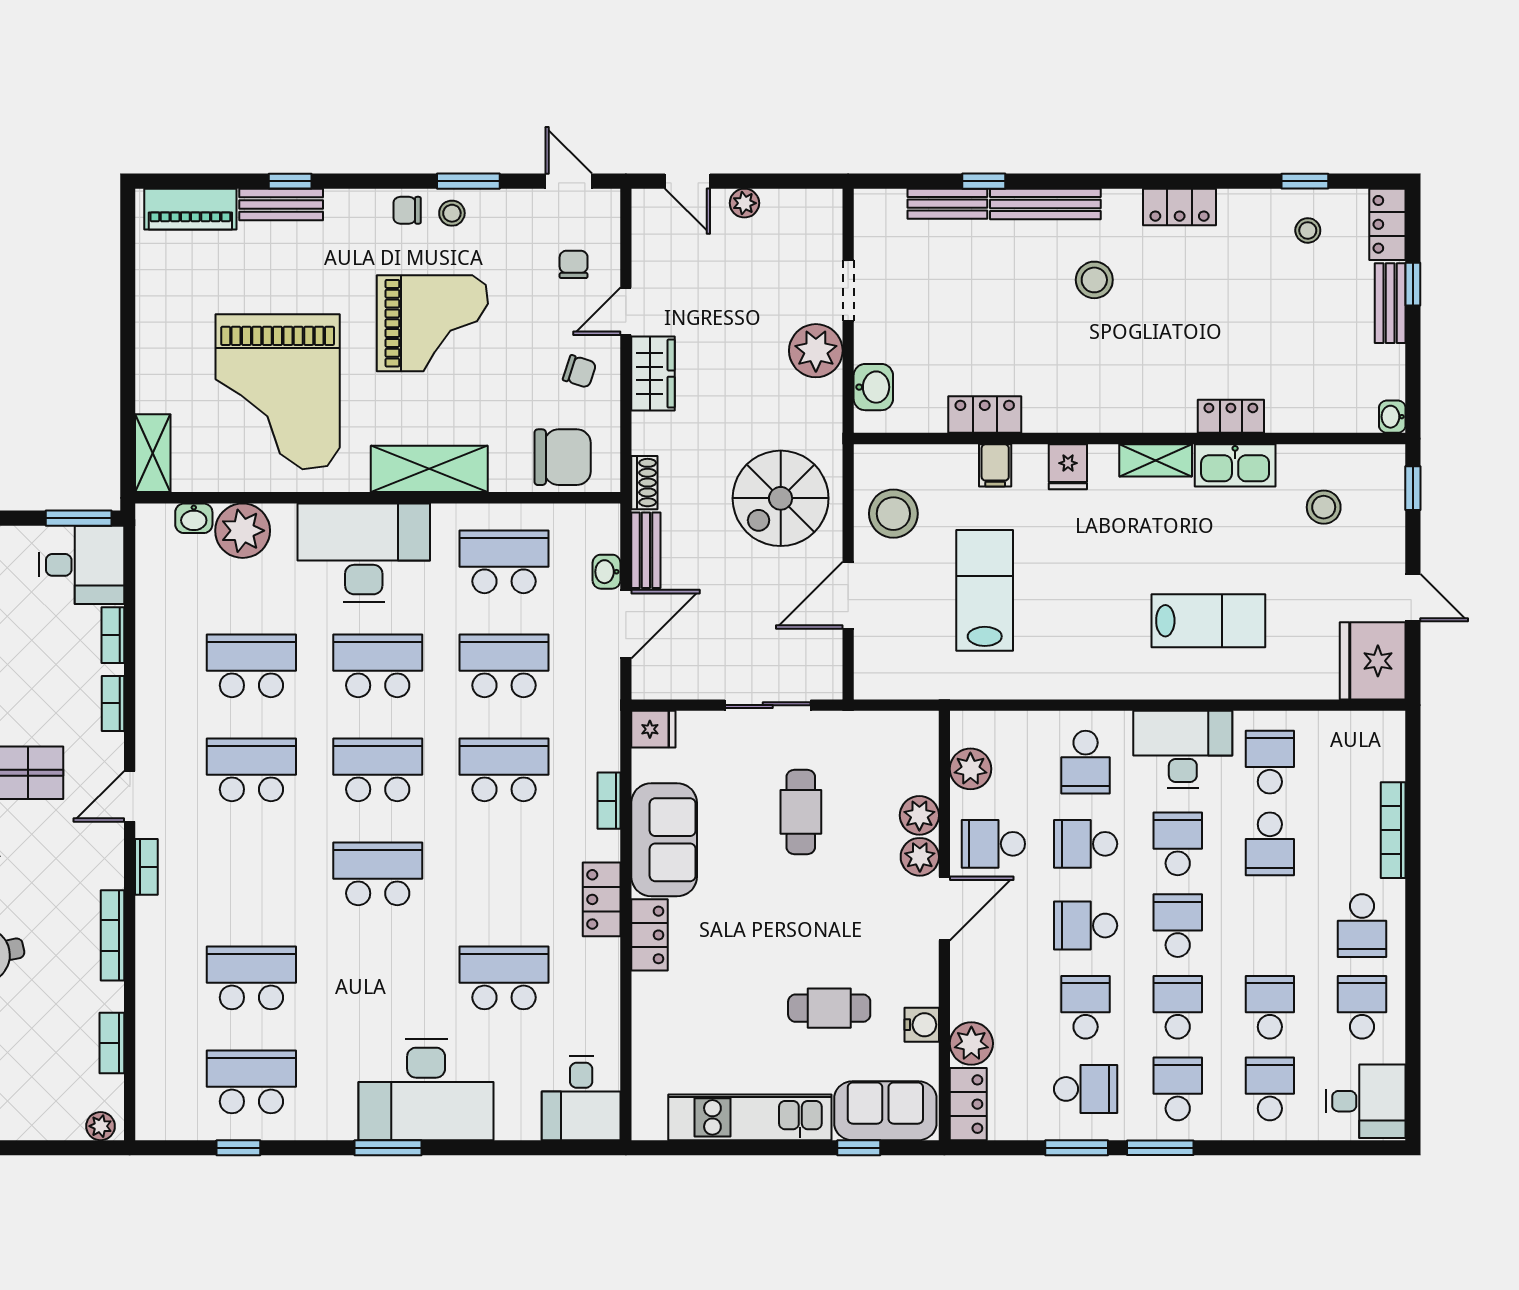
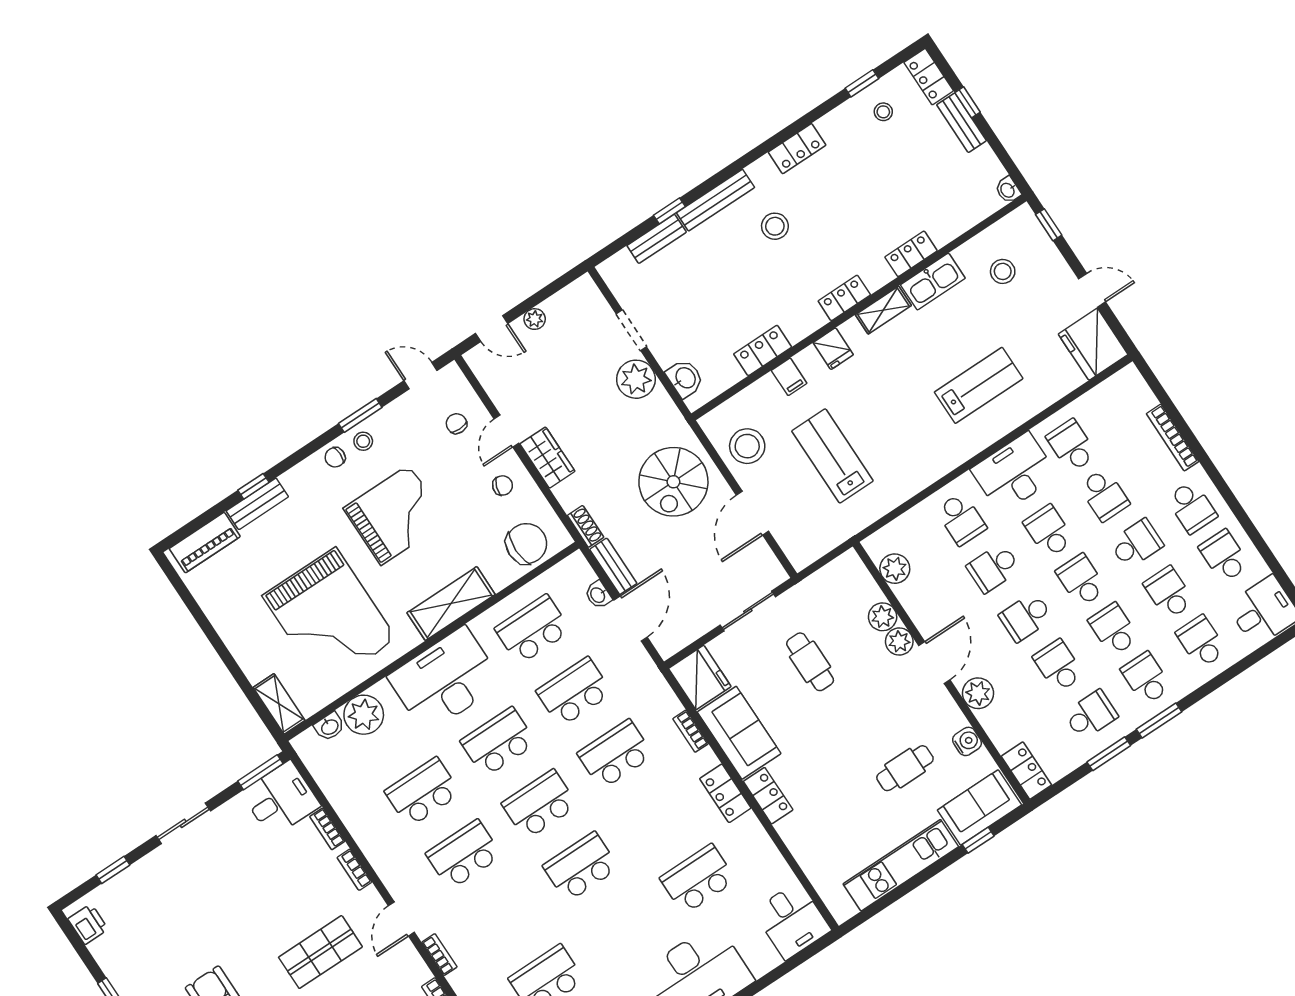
locker: (1120, 416) -> (844, 298), added
fridge: (653, 729) -> (700, 678), width x1.88, depth x1.34
school desk: (993, 844) -> (1136, 544), moved, turned 180
plant: (971, 1043) -> (978, 693), moved

